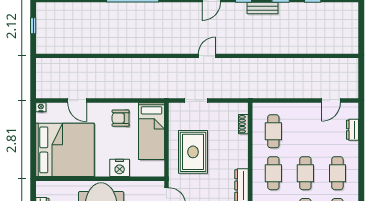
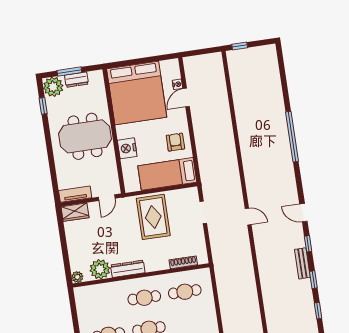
window: (33, 26) -> (240, 46), moved
nightstand: (41, 107) -> (177, 84), moved
shoe rack: (243, 124) -> (183, 262), width x1.43
rug: (193, 152) -> (153, 217), turned 90

